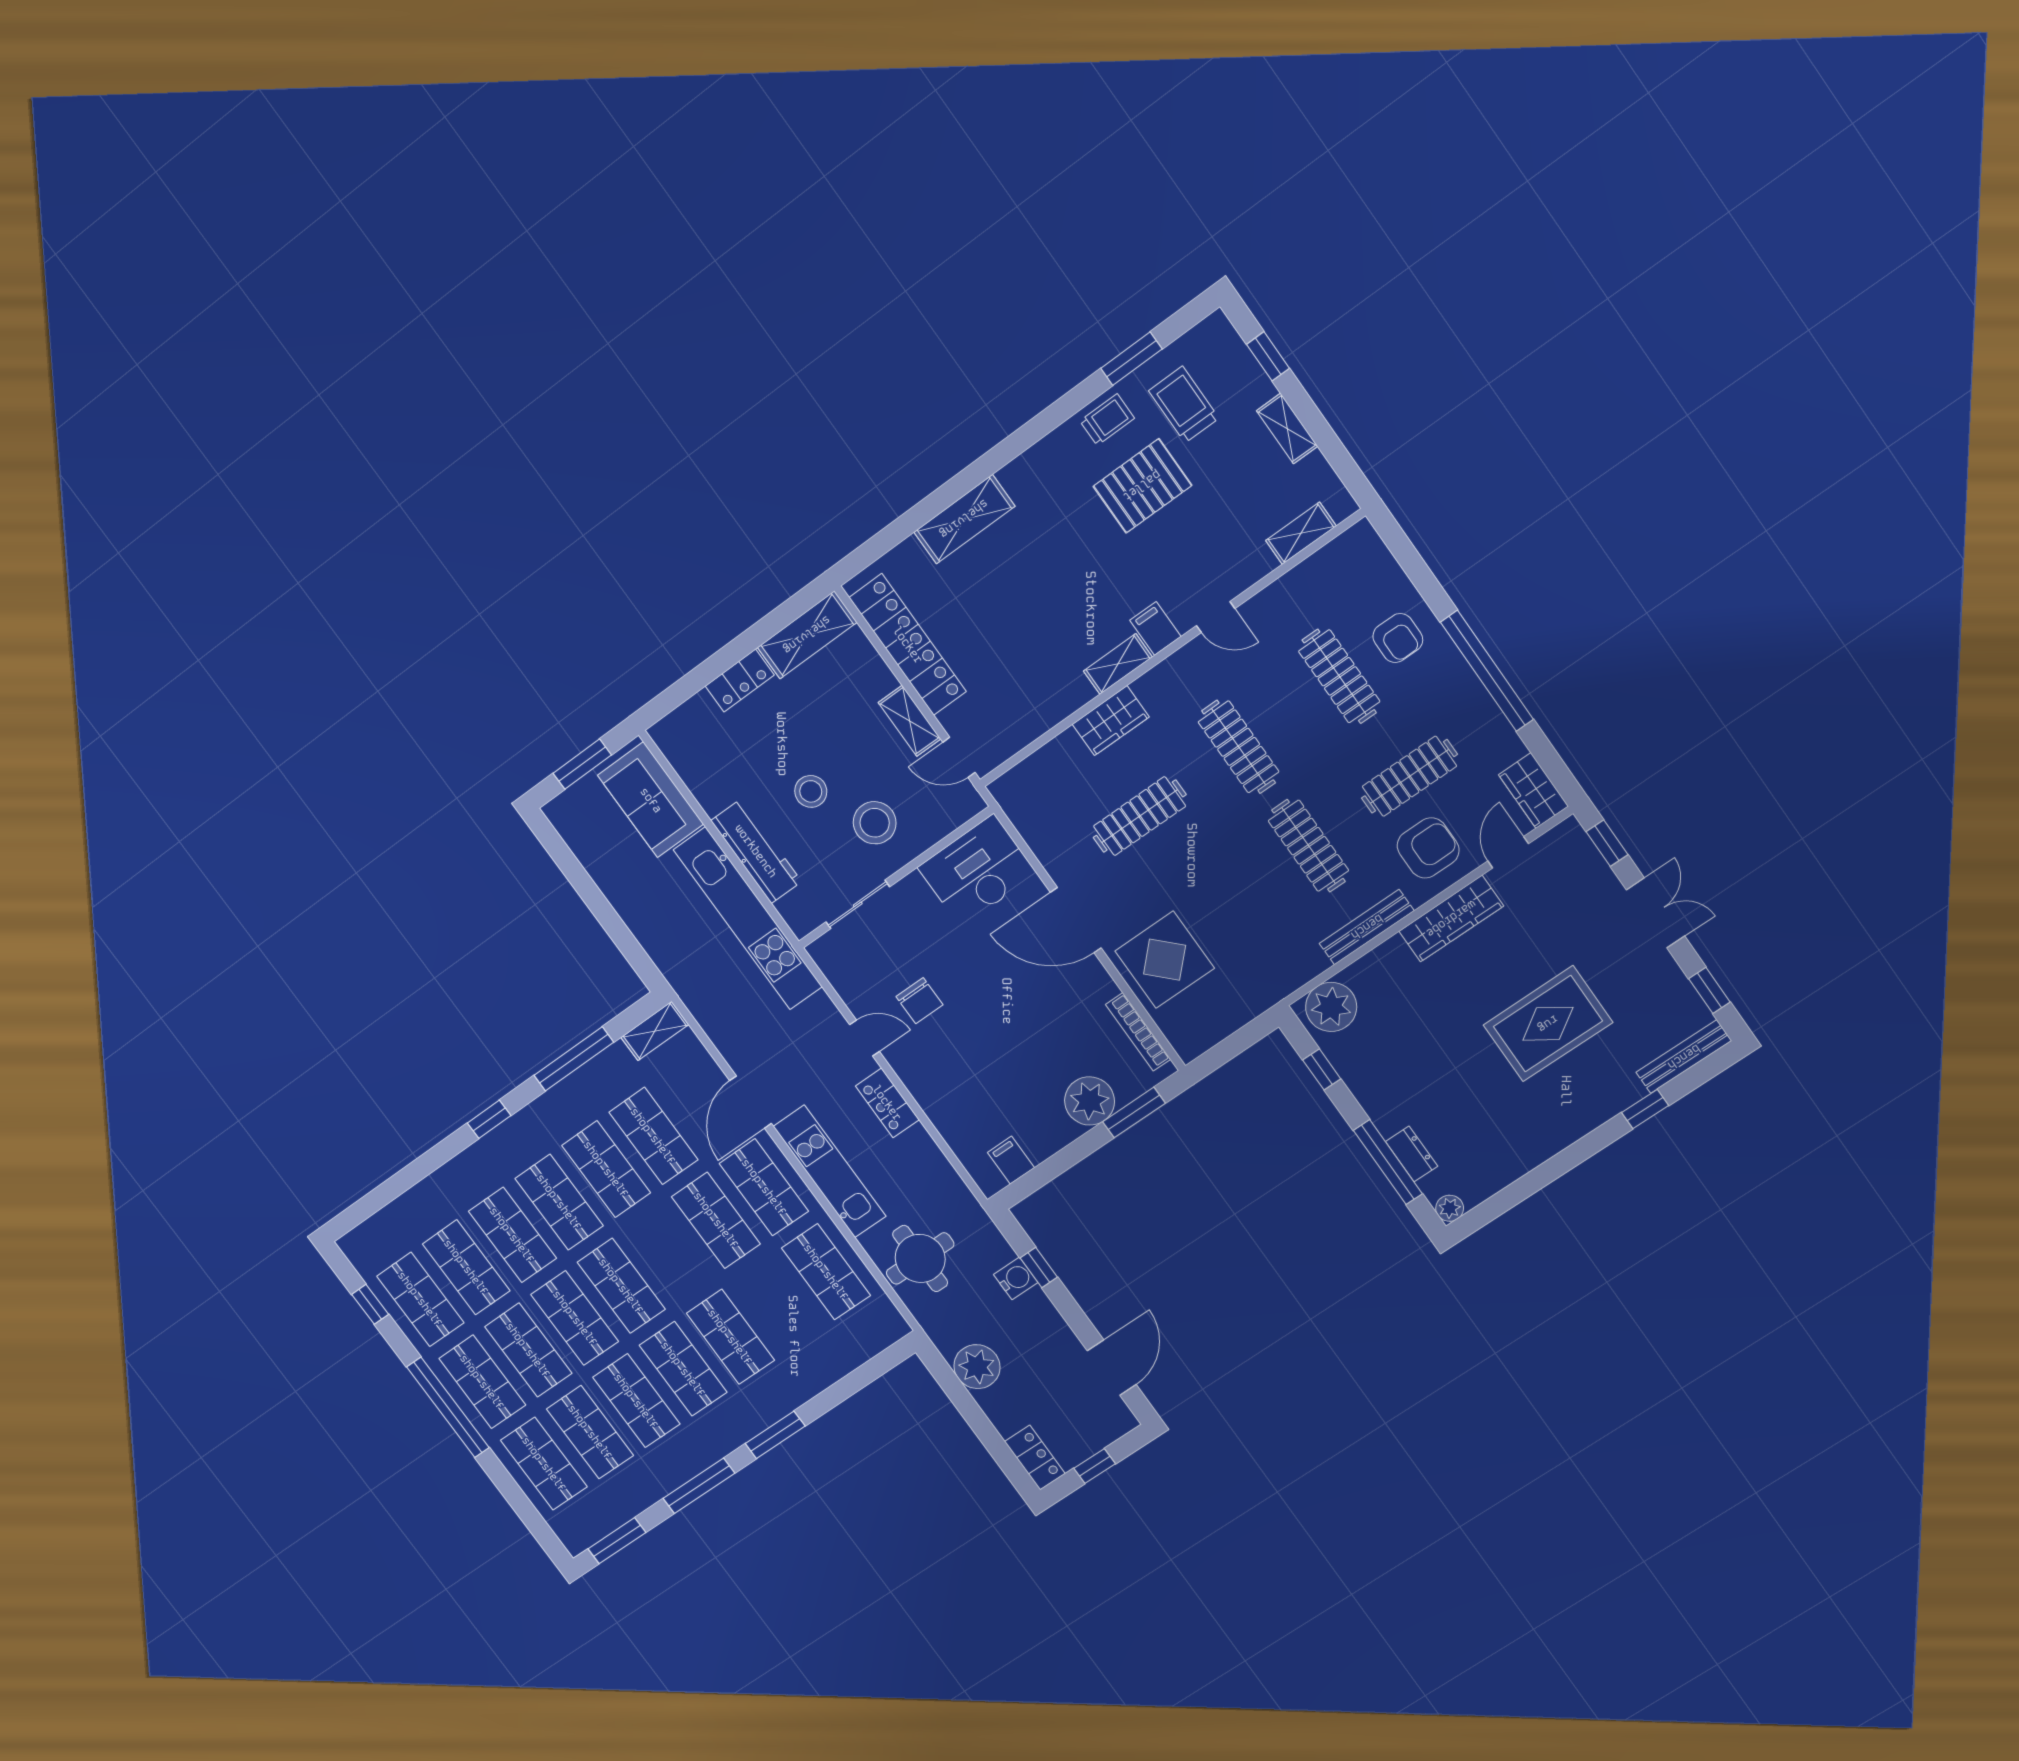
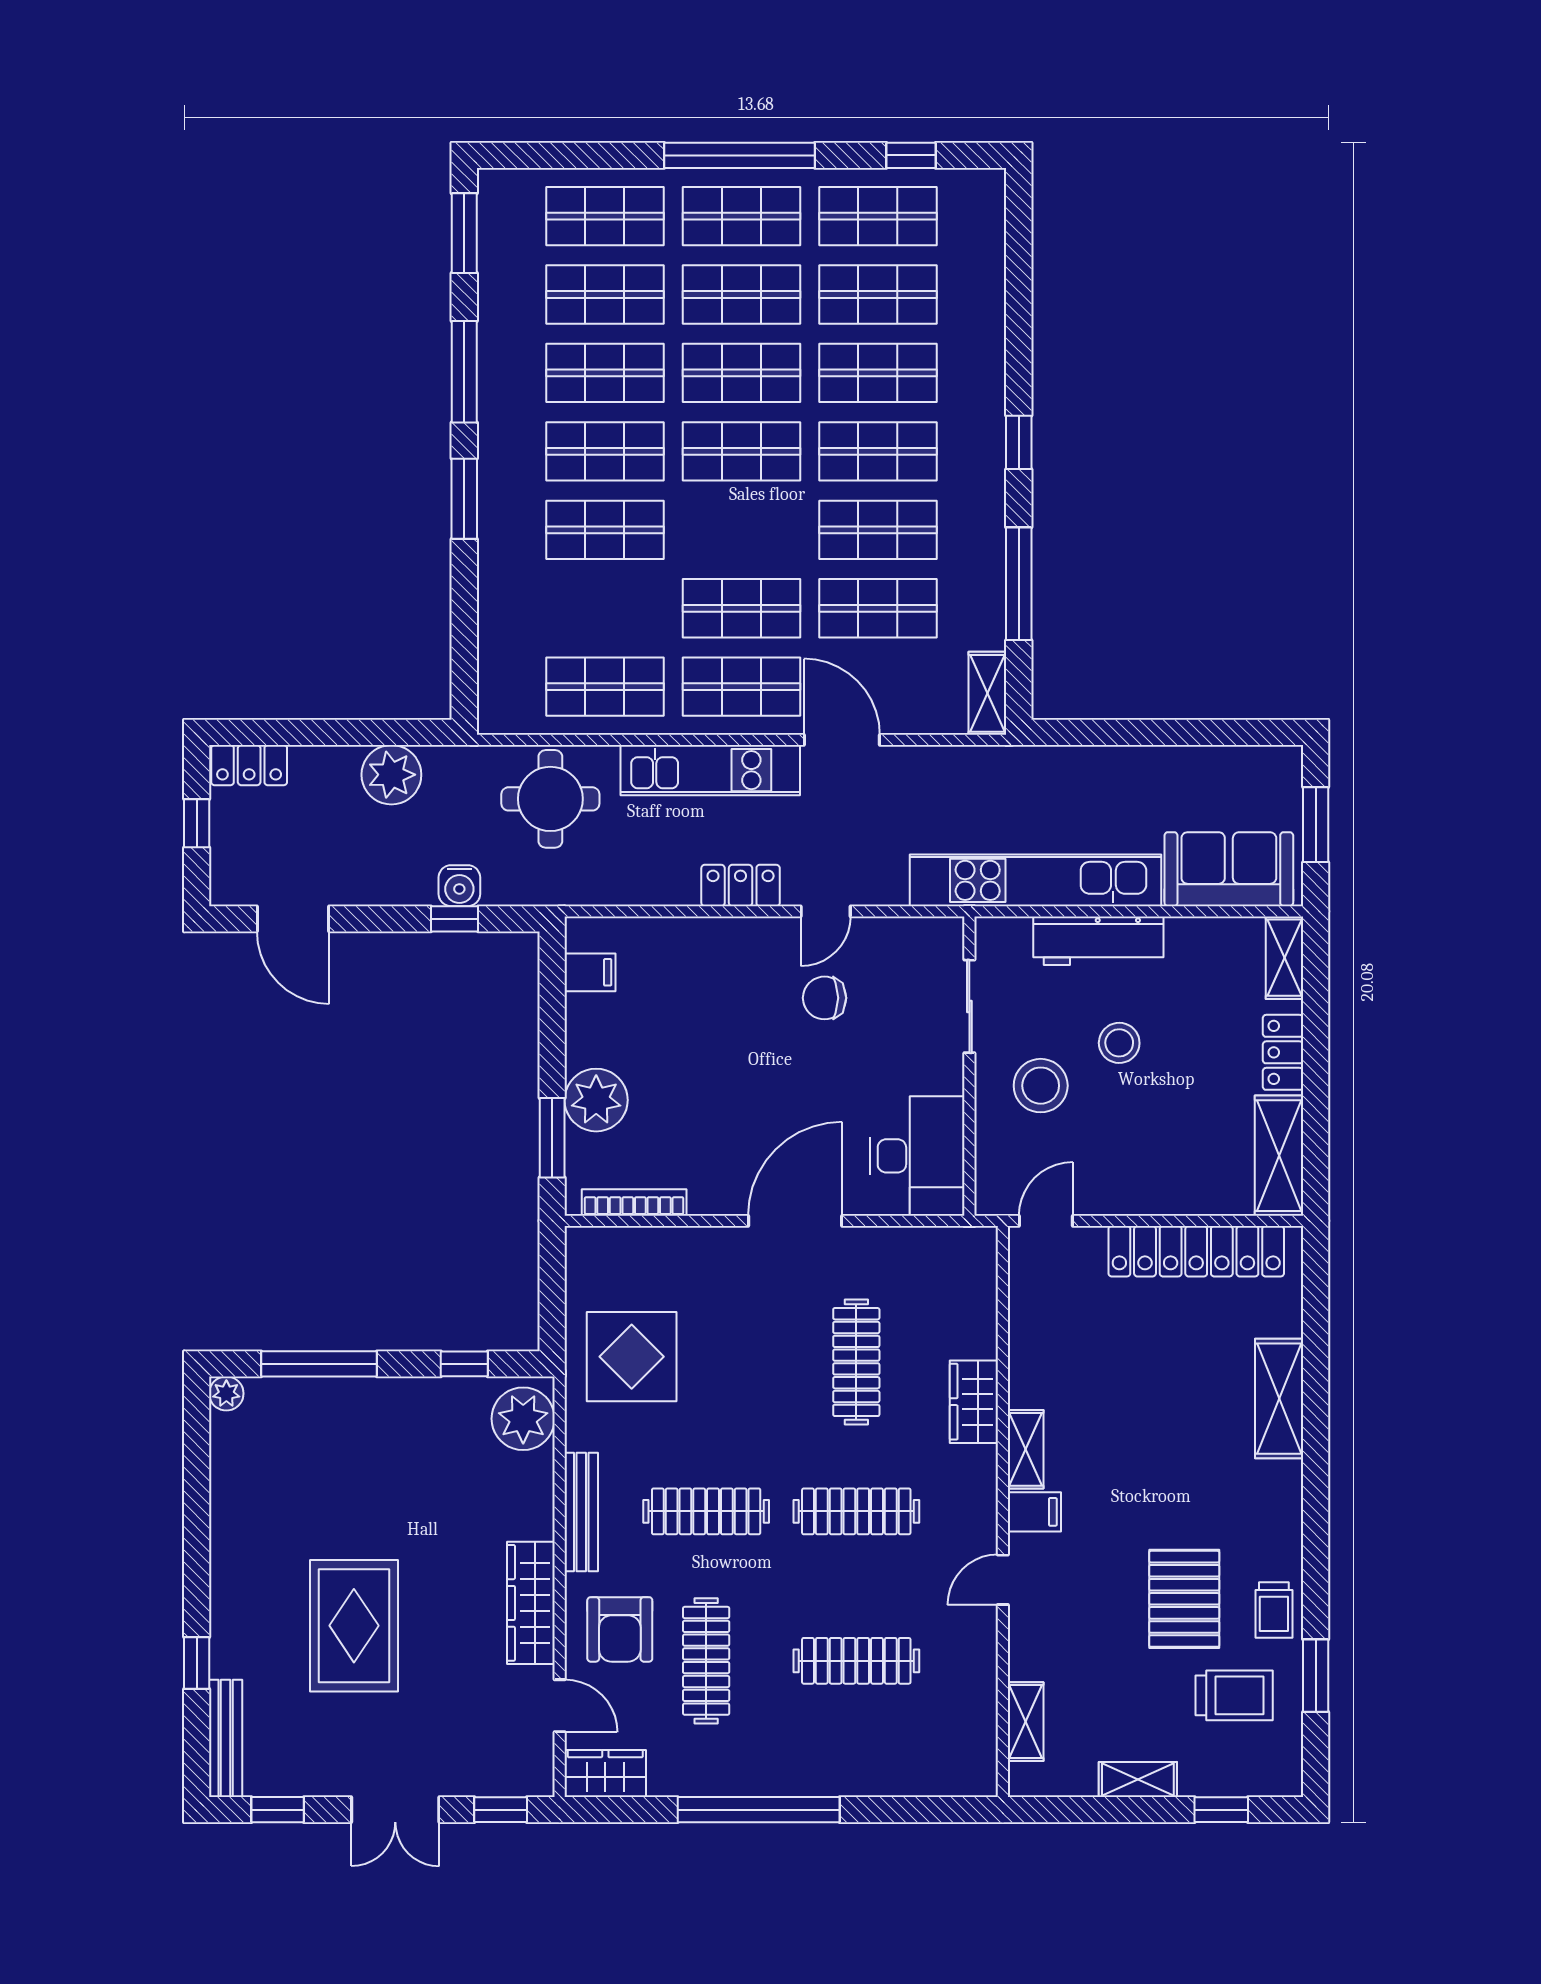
armchair: (1398, 638) -> (854, 1745), removed
shelving: (910, 721) -> (1284, 958), moved, turned 90
display table: (1165, 960) -> (632, 1357), moved
dresser: (1412, 1154) -> (311, 1394), removed

